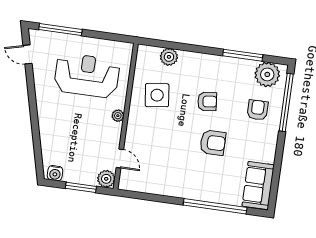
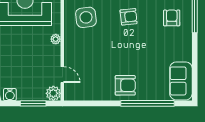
armchair: (213, 143) -> (125, 85), moved

